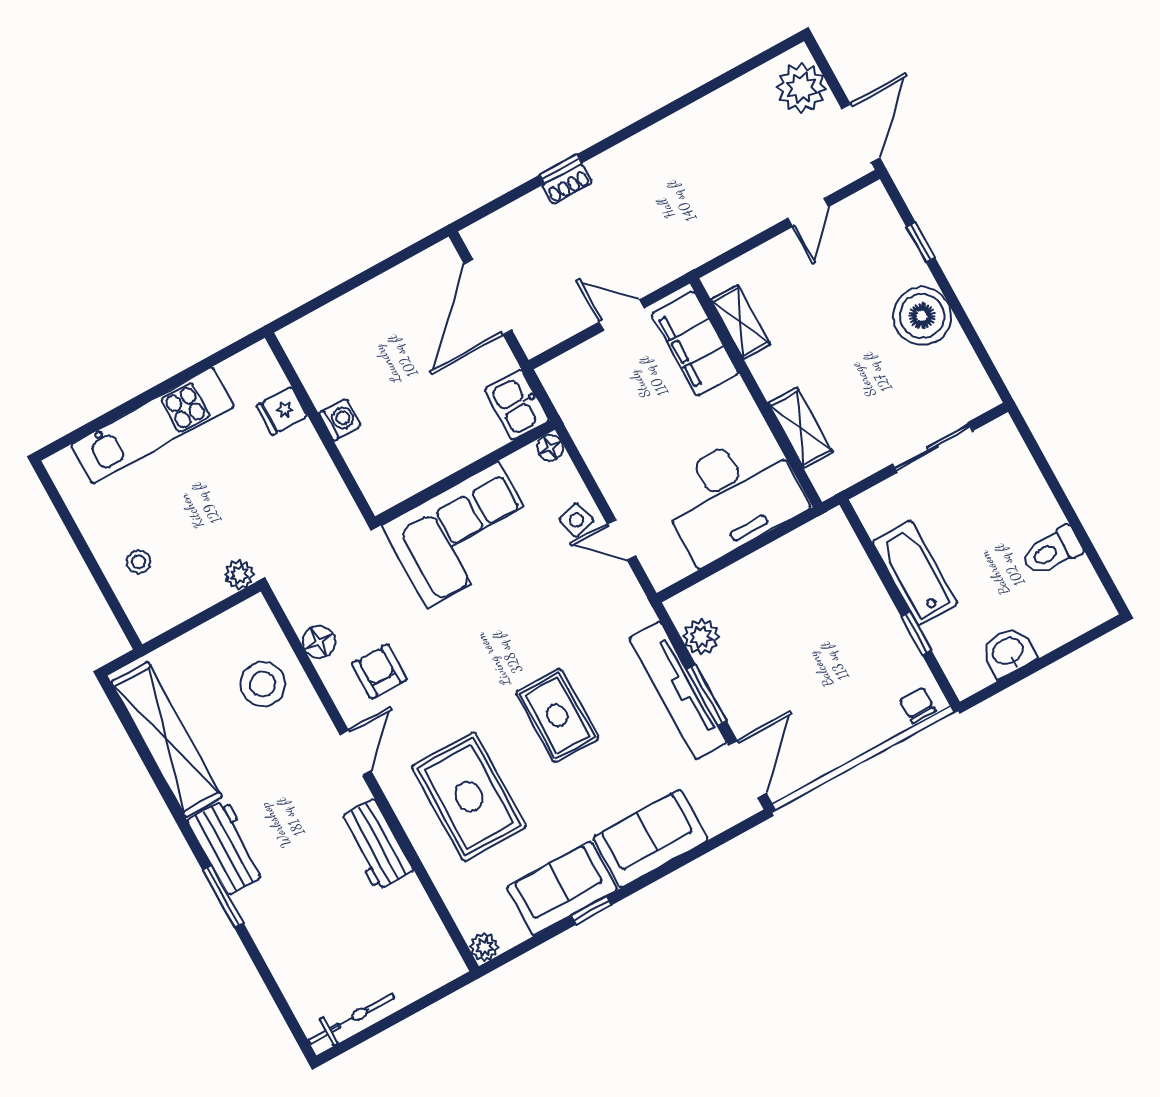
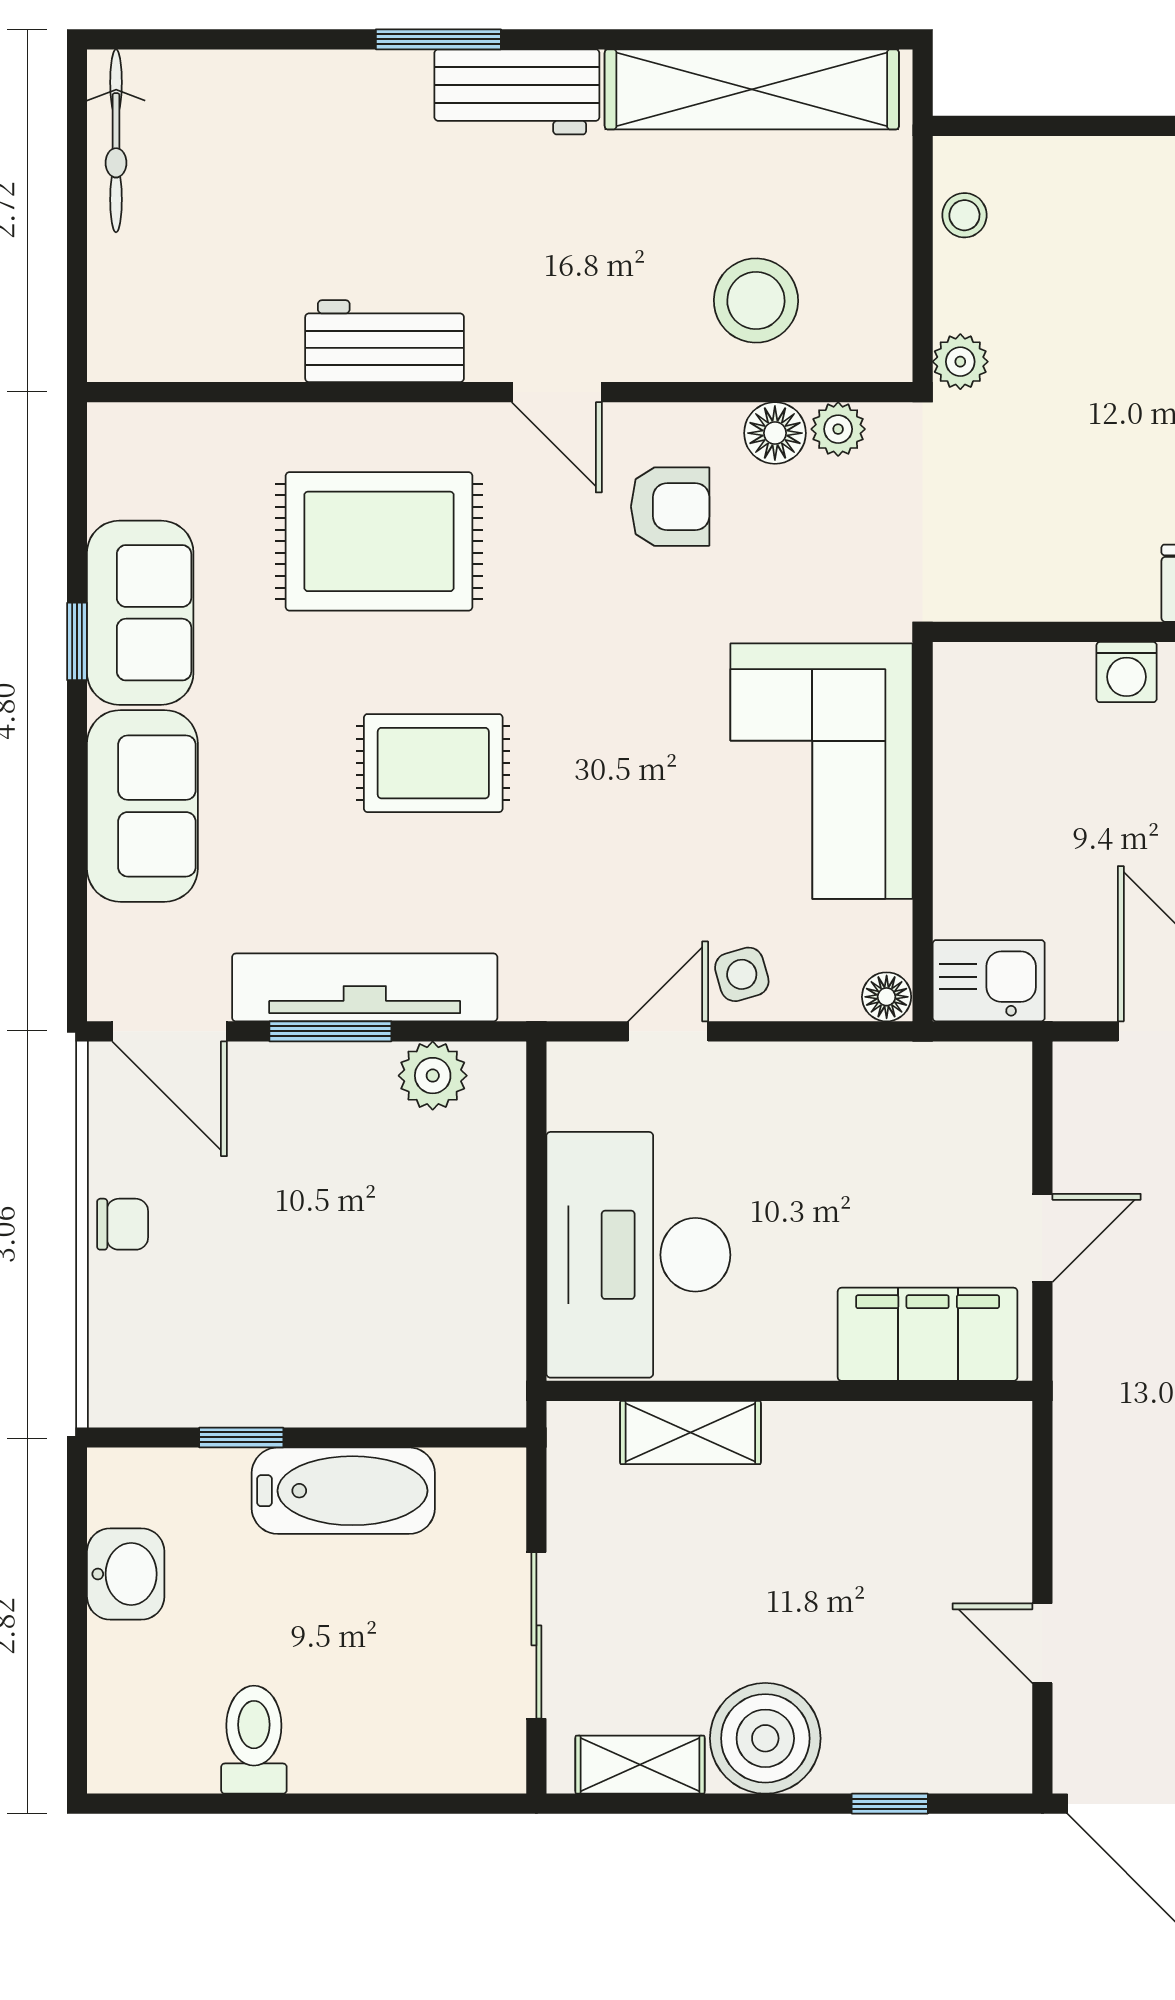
shelving: (741, 322) -> (640, 1765), moved
stool: (139, 562) -> (964, 215), moved
chair: (918, 706) -> (123, 1224), moved
plant: (484, 947) -> (838, 429), moved

